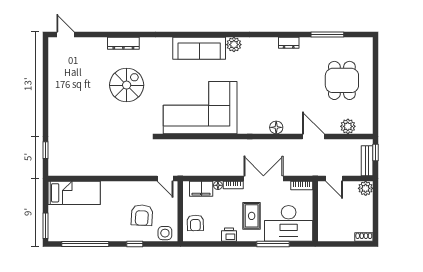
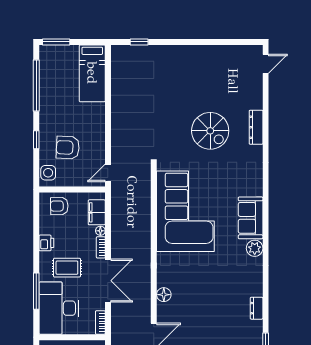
sofa: (199, 48) -> (251, 218), width x0.73

